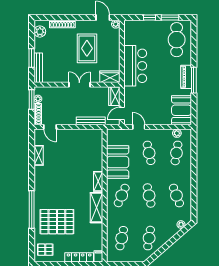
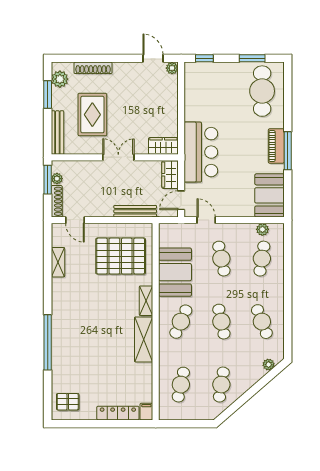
window: (149, 17) -> (204, 58), moved
rug: (87, 48) -> (92, 115), moved
window: (32, 58) -> (48, 94), moved
bar counter: (135, 66) -> (201, 152), moved
pallet: (57, 222) -> (121, 256), moved

